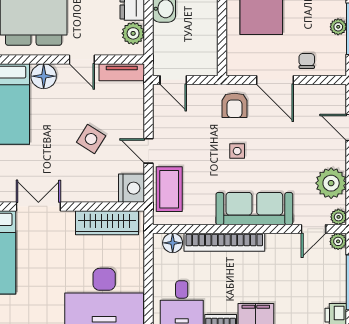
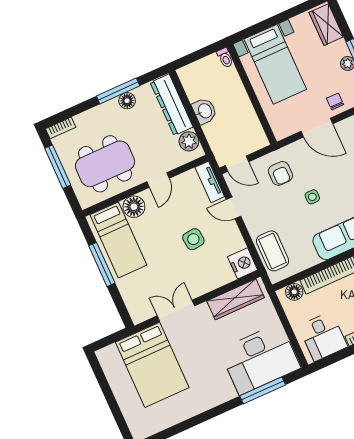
door: (82, 60) -> (158, 180), hinge flipped
tv unit: (122, 72) -> (210, 182), moved, turned 90
armchair: (234, 105) -> (280, 173), moved
side table: (91, 139) -> (193, 239), turned -38
door: (148, 151) -> (233, 208), moved

